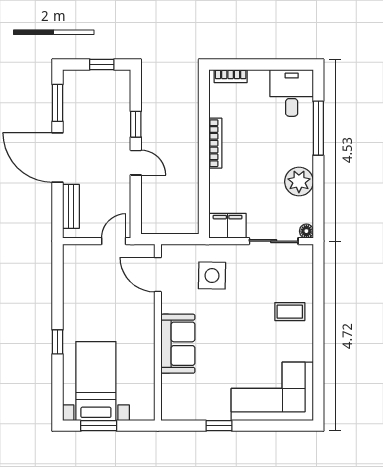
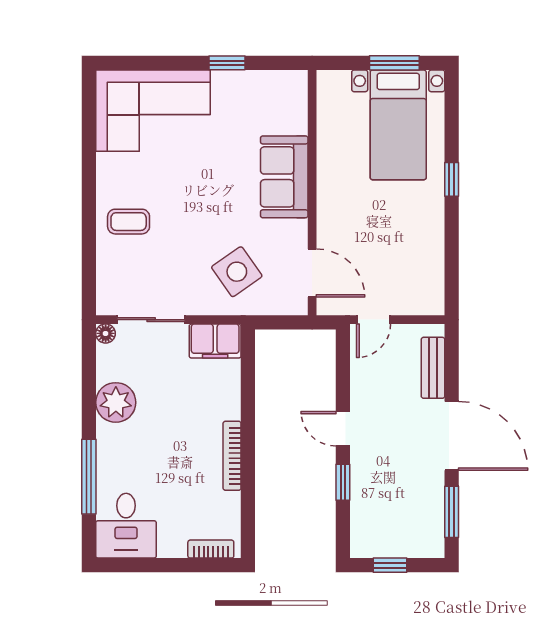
side table: (212, 276) -> (237, 272), turned -36

